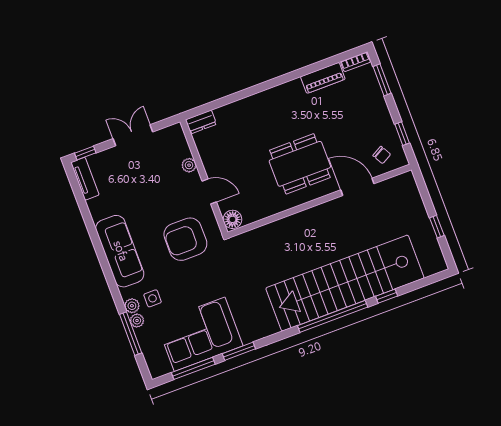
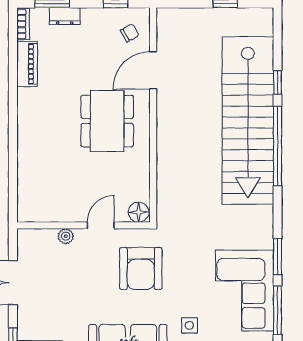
dresser: (201, 122) -> (65, 16), moved, turned 90

